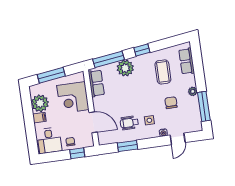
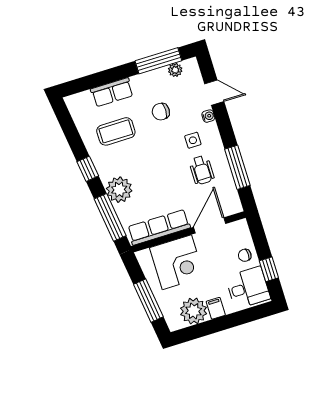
row of seats: (187, 61) -> (112, 92), moved
row of seats: (96, 83) -> (159, 227), width x1.48
plant: (193, 91) -> (175, 70), moved
window: (127, 146) -> (237, 167), width x1.44
window: (77, 153) -> (269, 269), moved

